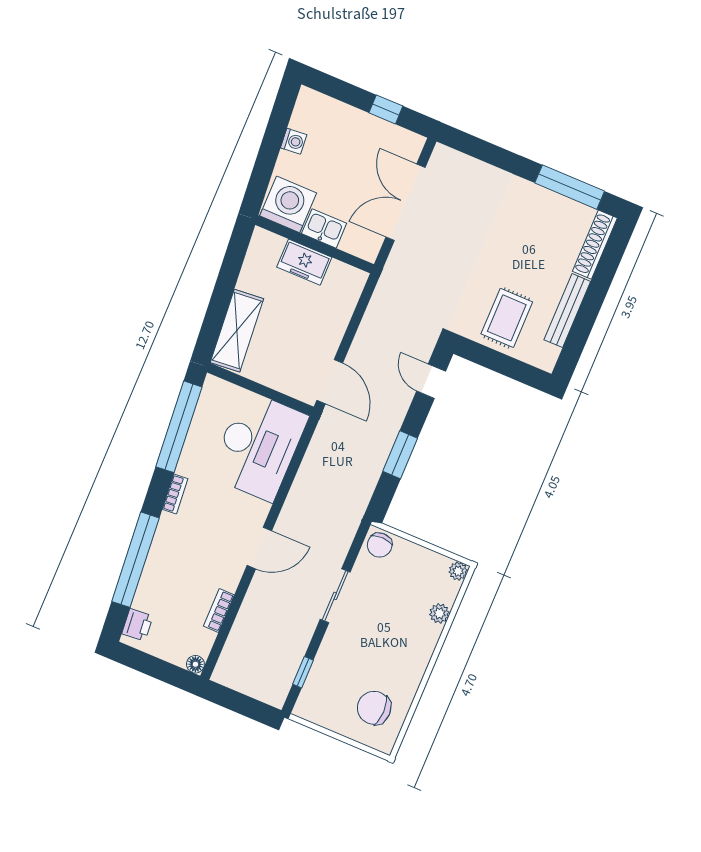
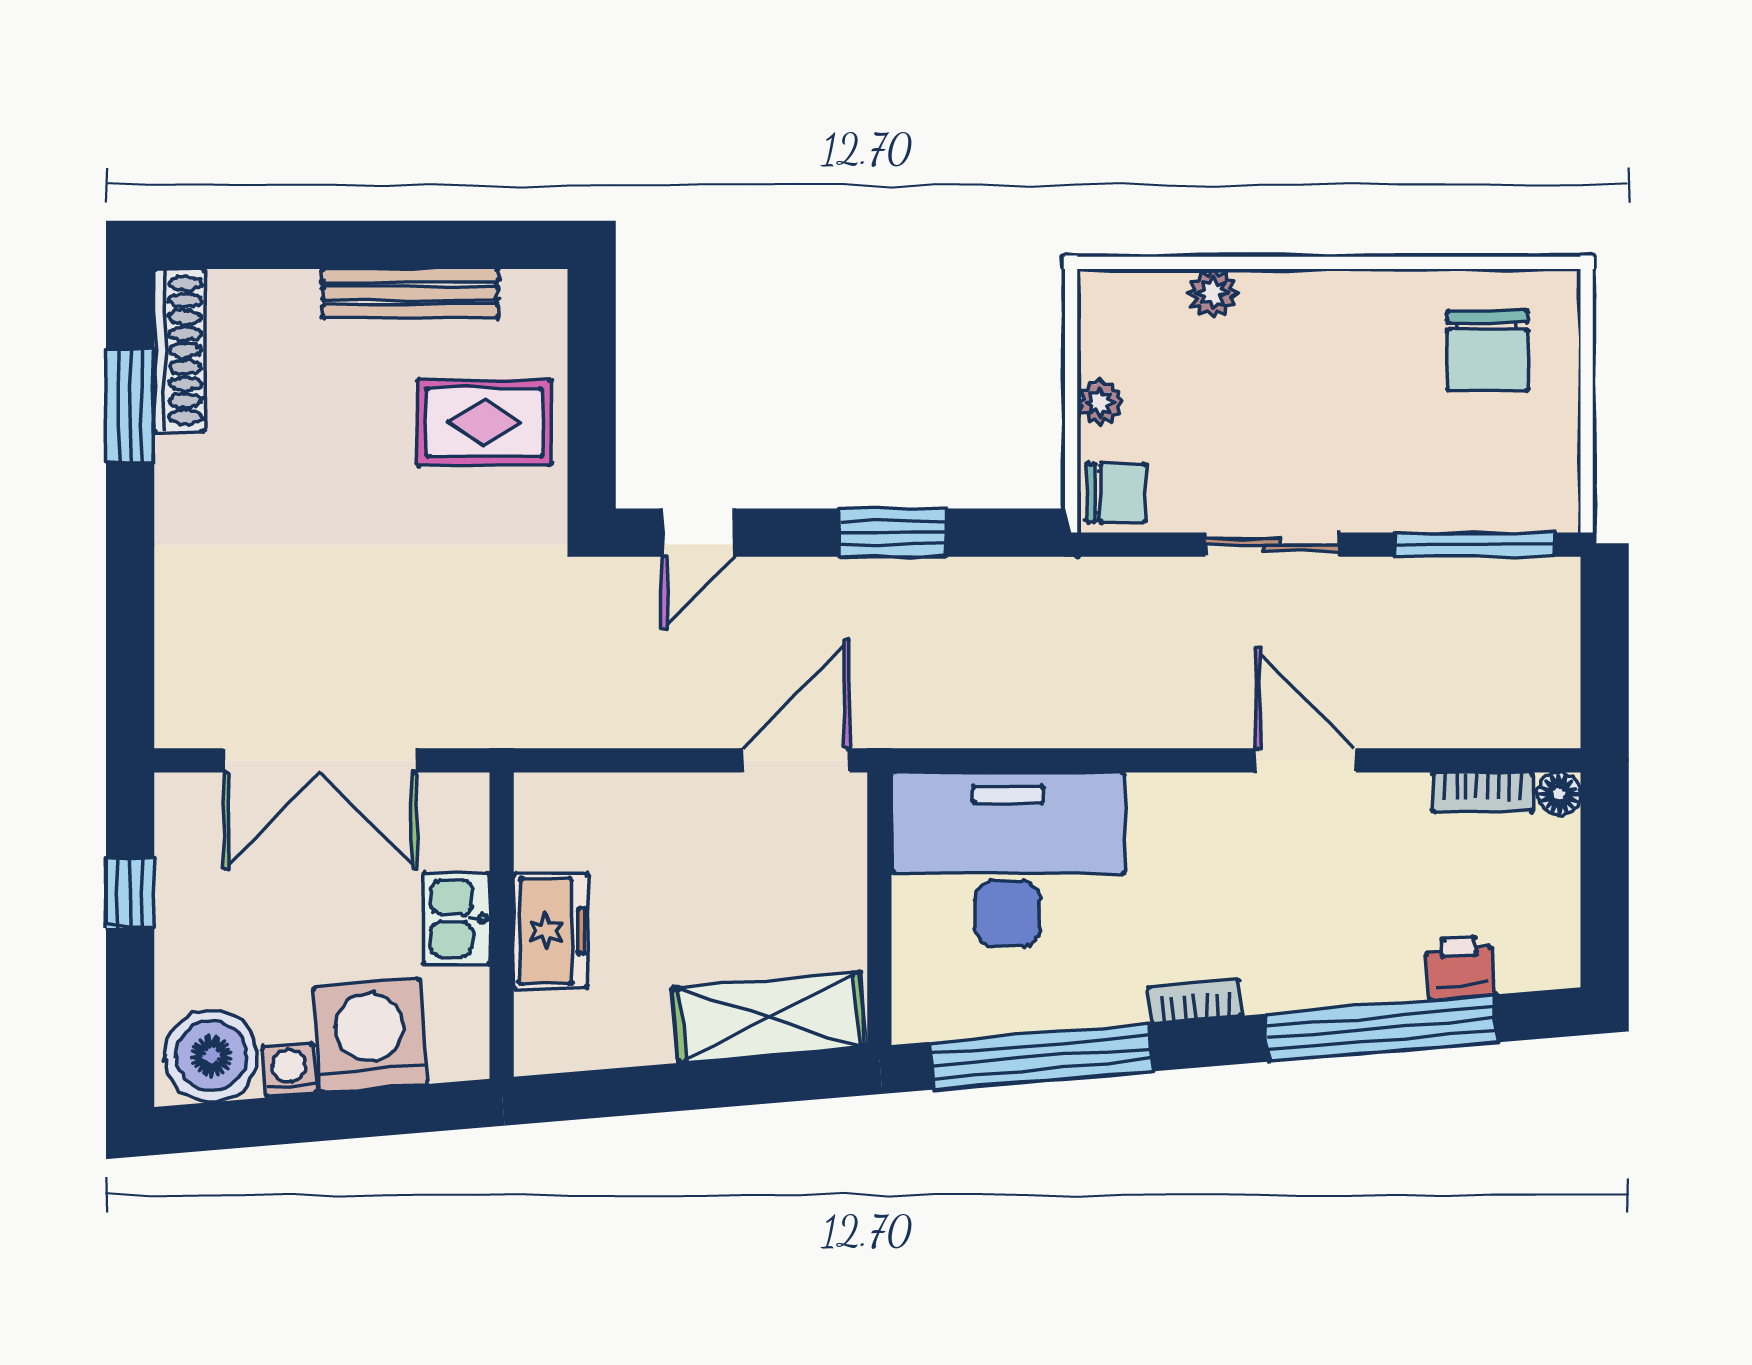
boiler: (311, 114) -> (211, 1056), added
window: (570, 187) -> (130, 405), width x0.69
washing machine: (288, 204) -> (370, 1036), moved, turned 85
shoe rack: (595, 245) -> (179, 350), moved, turned -90
door: (259, 548) -> (1305, 760), moved
plant: (458, 571) -> (1100, 402), moved
bookcase: (219, 610) -> (1483, 792), moved
printer: (137, 625) -> (1460, 967), moved
window: (303, 672) -> (1475, 545), width x2.17

